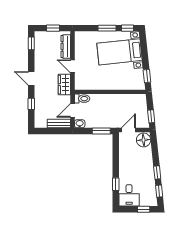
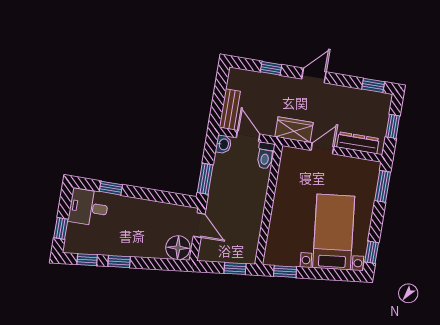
window: (107, 28) -> (383, 186), moved
window: (151, 116) -> (235, 269), moved

